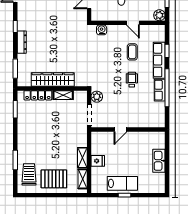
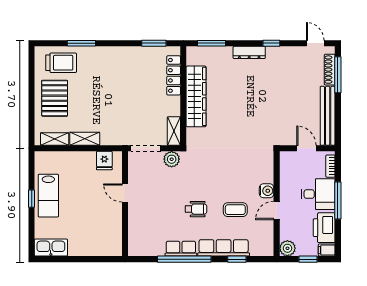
water cooler: (102, 30) -> (267, 191), moved
shelving: (63, 95) -> (174, 131), moved
fridge: (98, 161) -> (104, 161), moved
kitchen sink: (159, 161) -> (51, 248), moved

